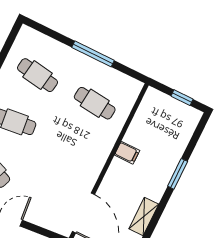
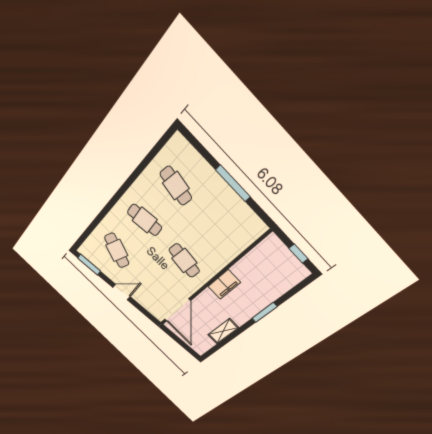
cafe table: (95, 103) -> (184, 260), moved
filing cabinet: (127, 153) -> (224, 284), width x2.00

